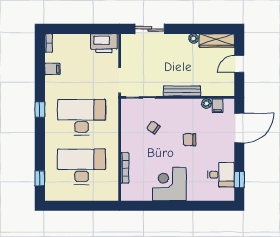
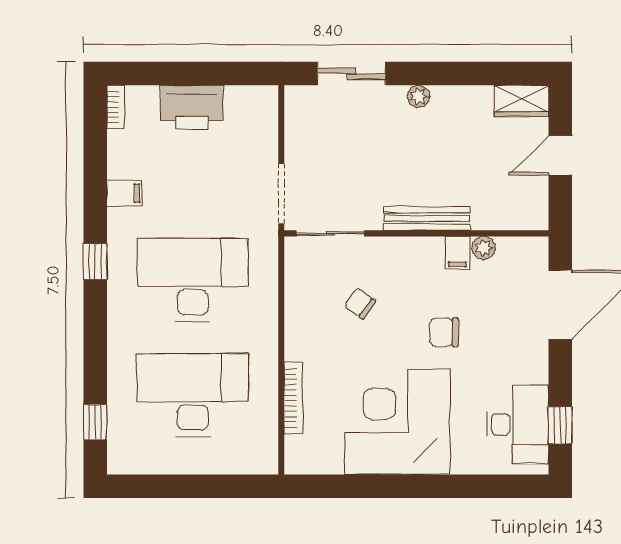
plant: (194, 39) -> (419, 96), moved
wardrobe: (217, 41) -> (521, 101), width x0.67
printer: (104, 43) -> (192, 107), moved
filing cabinet: (52, 69) -> (125, 193), moved
filing cabinet: (218, 106) -> (457, 253), moved
desk: (221, 175) -> (518, 424), width x1.37
corner desk: (169, 184) -> (397, 422), width x1.36, depth x1.36

